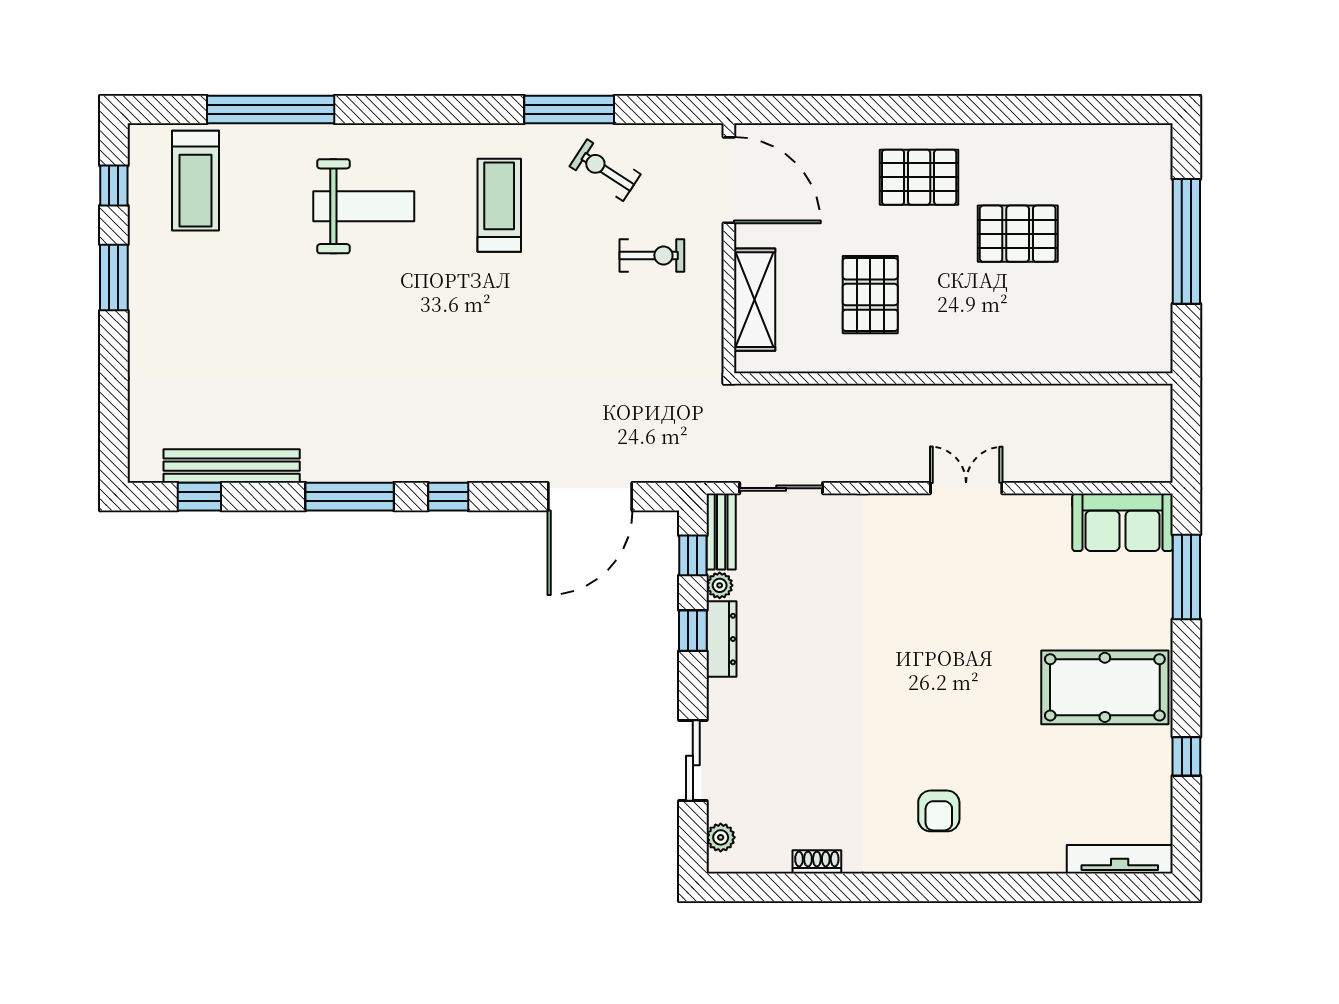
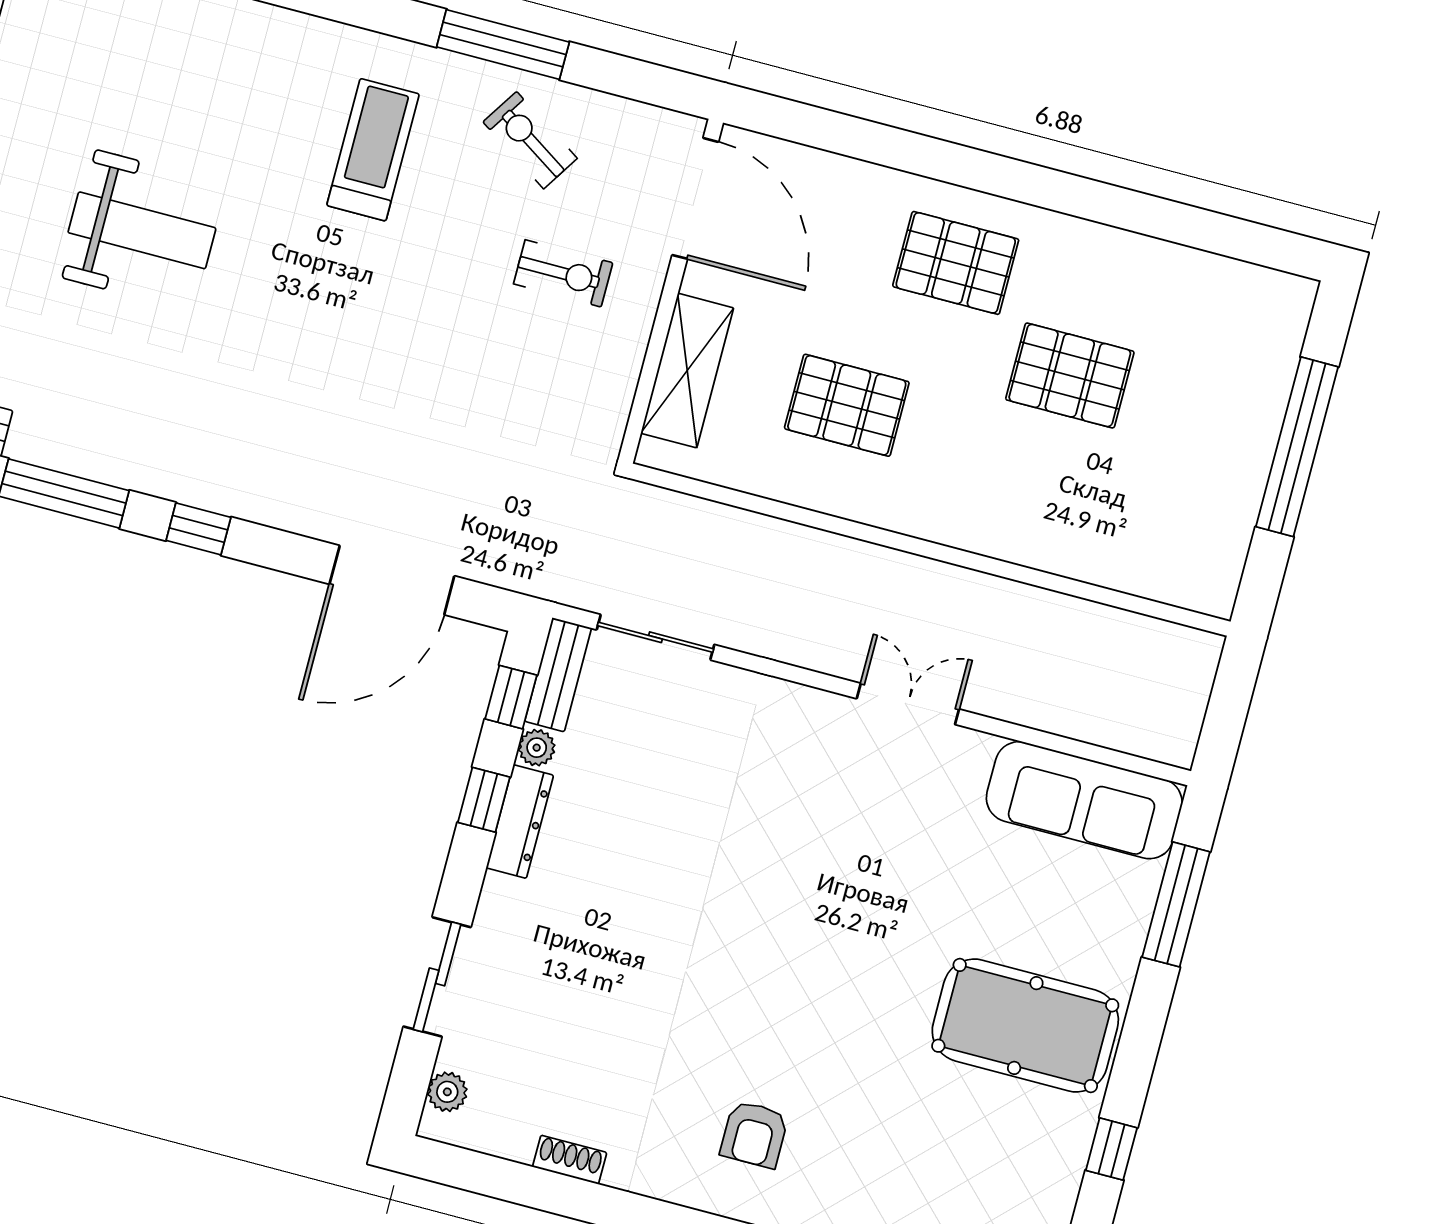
weight bench: (364, 206) -> (142, 230), moved
pallet: (870, 295) -> (847, 405), turned 90
sofa: (1123, 522) -> (1084, 800), width x1.36

